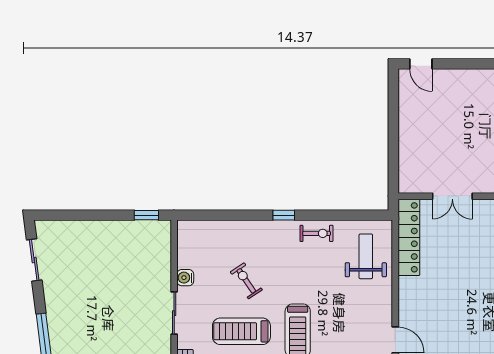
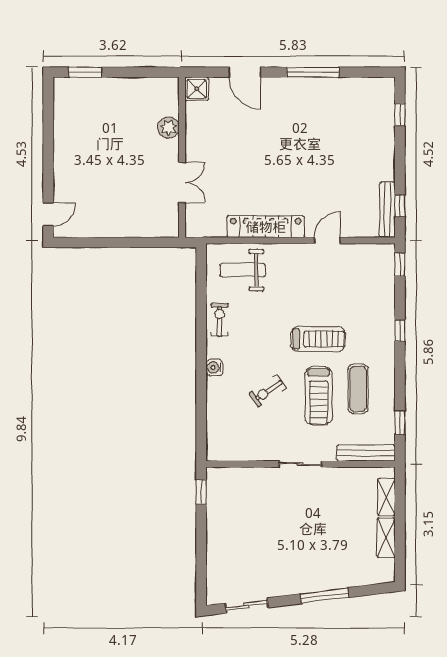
window: (284, 215) -> (201, 353), removed
locker: (409, 237) -> (266, 227), moved
water cooler: (185, 278) -> (214, 368), moved, turned 90

